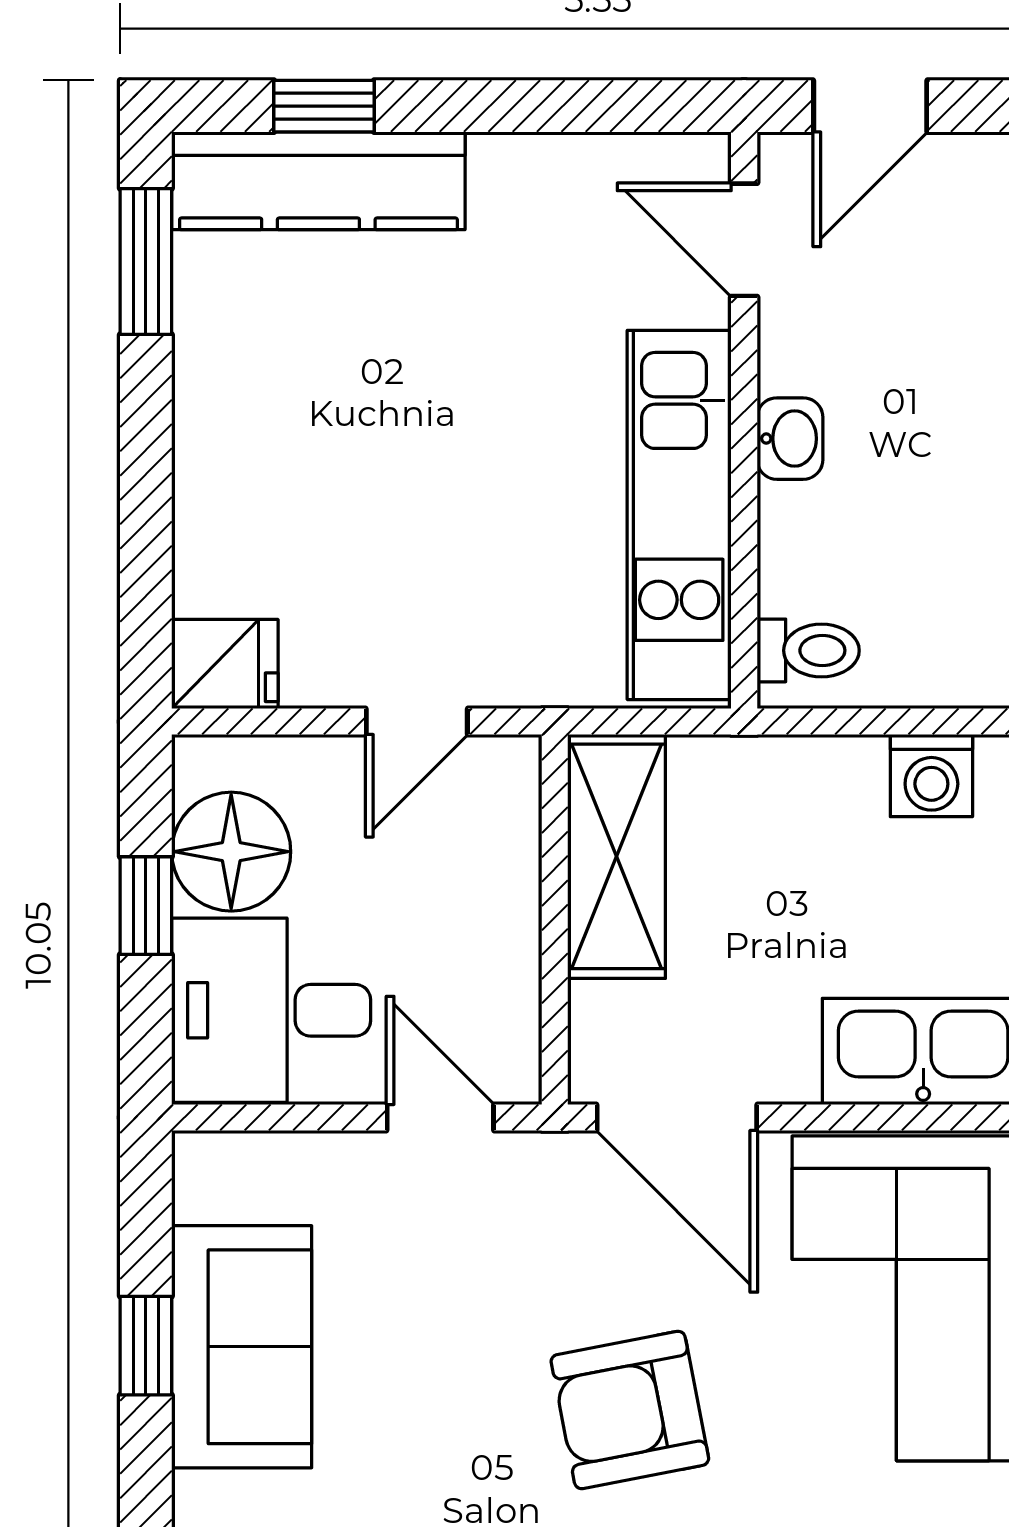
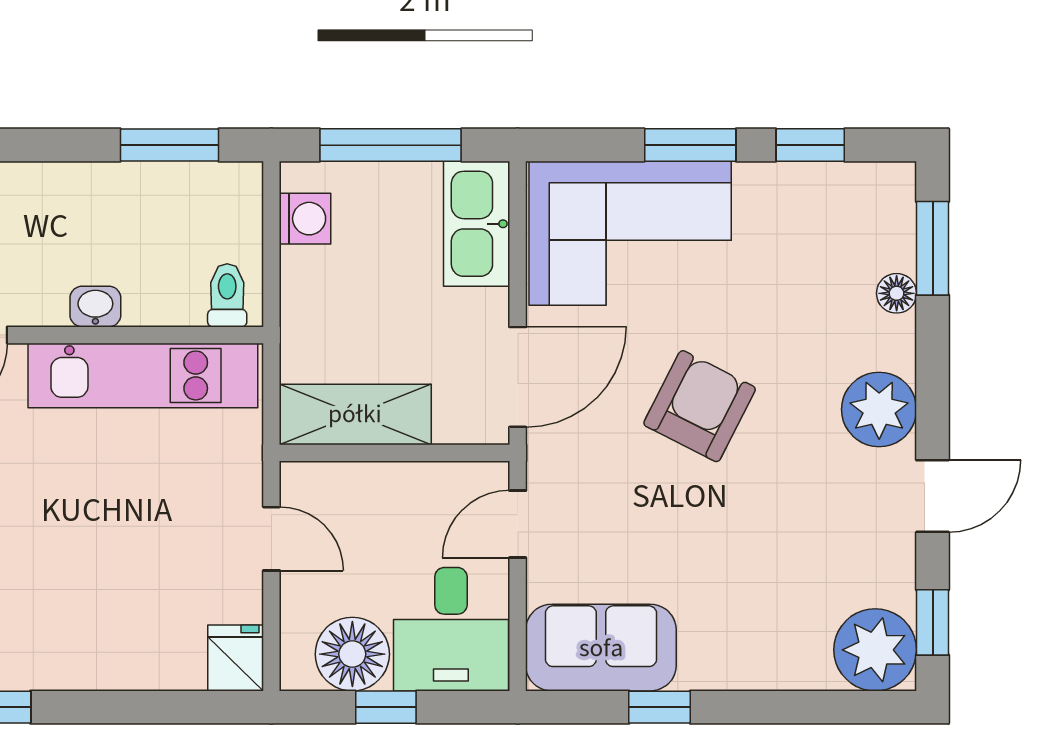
sofa: (242, 1347) -> (601, 648), moved
armchair: (630, 1410) -> (700, 406), turned -142

